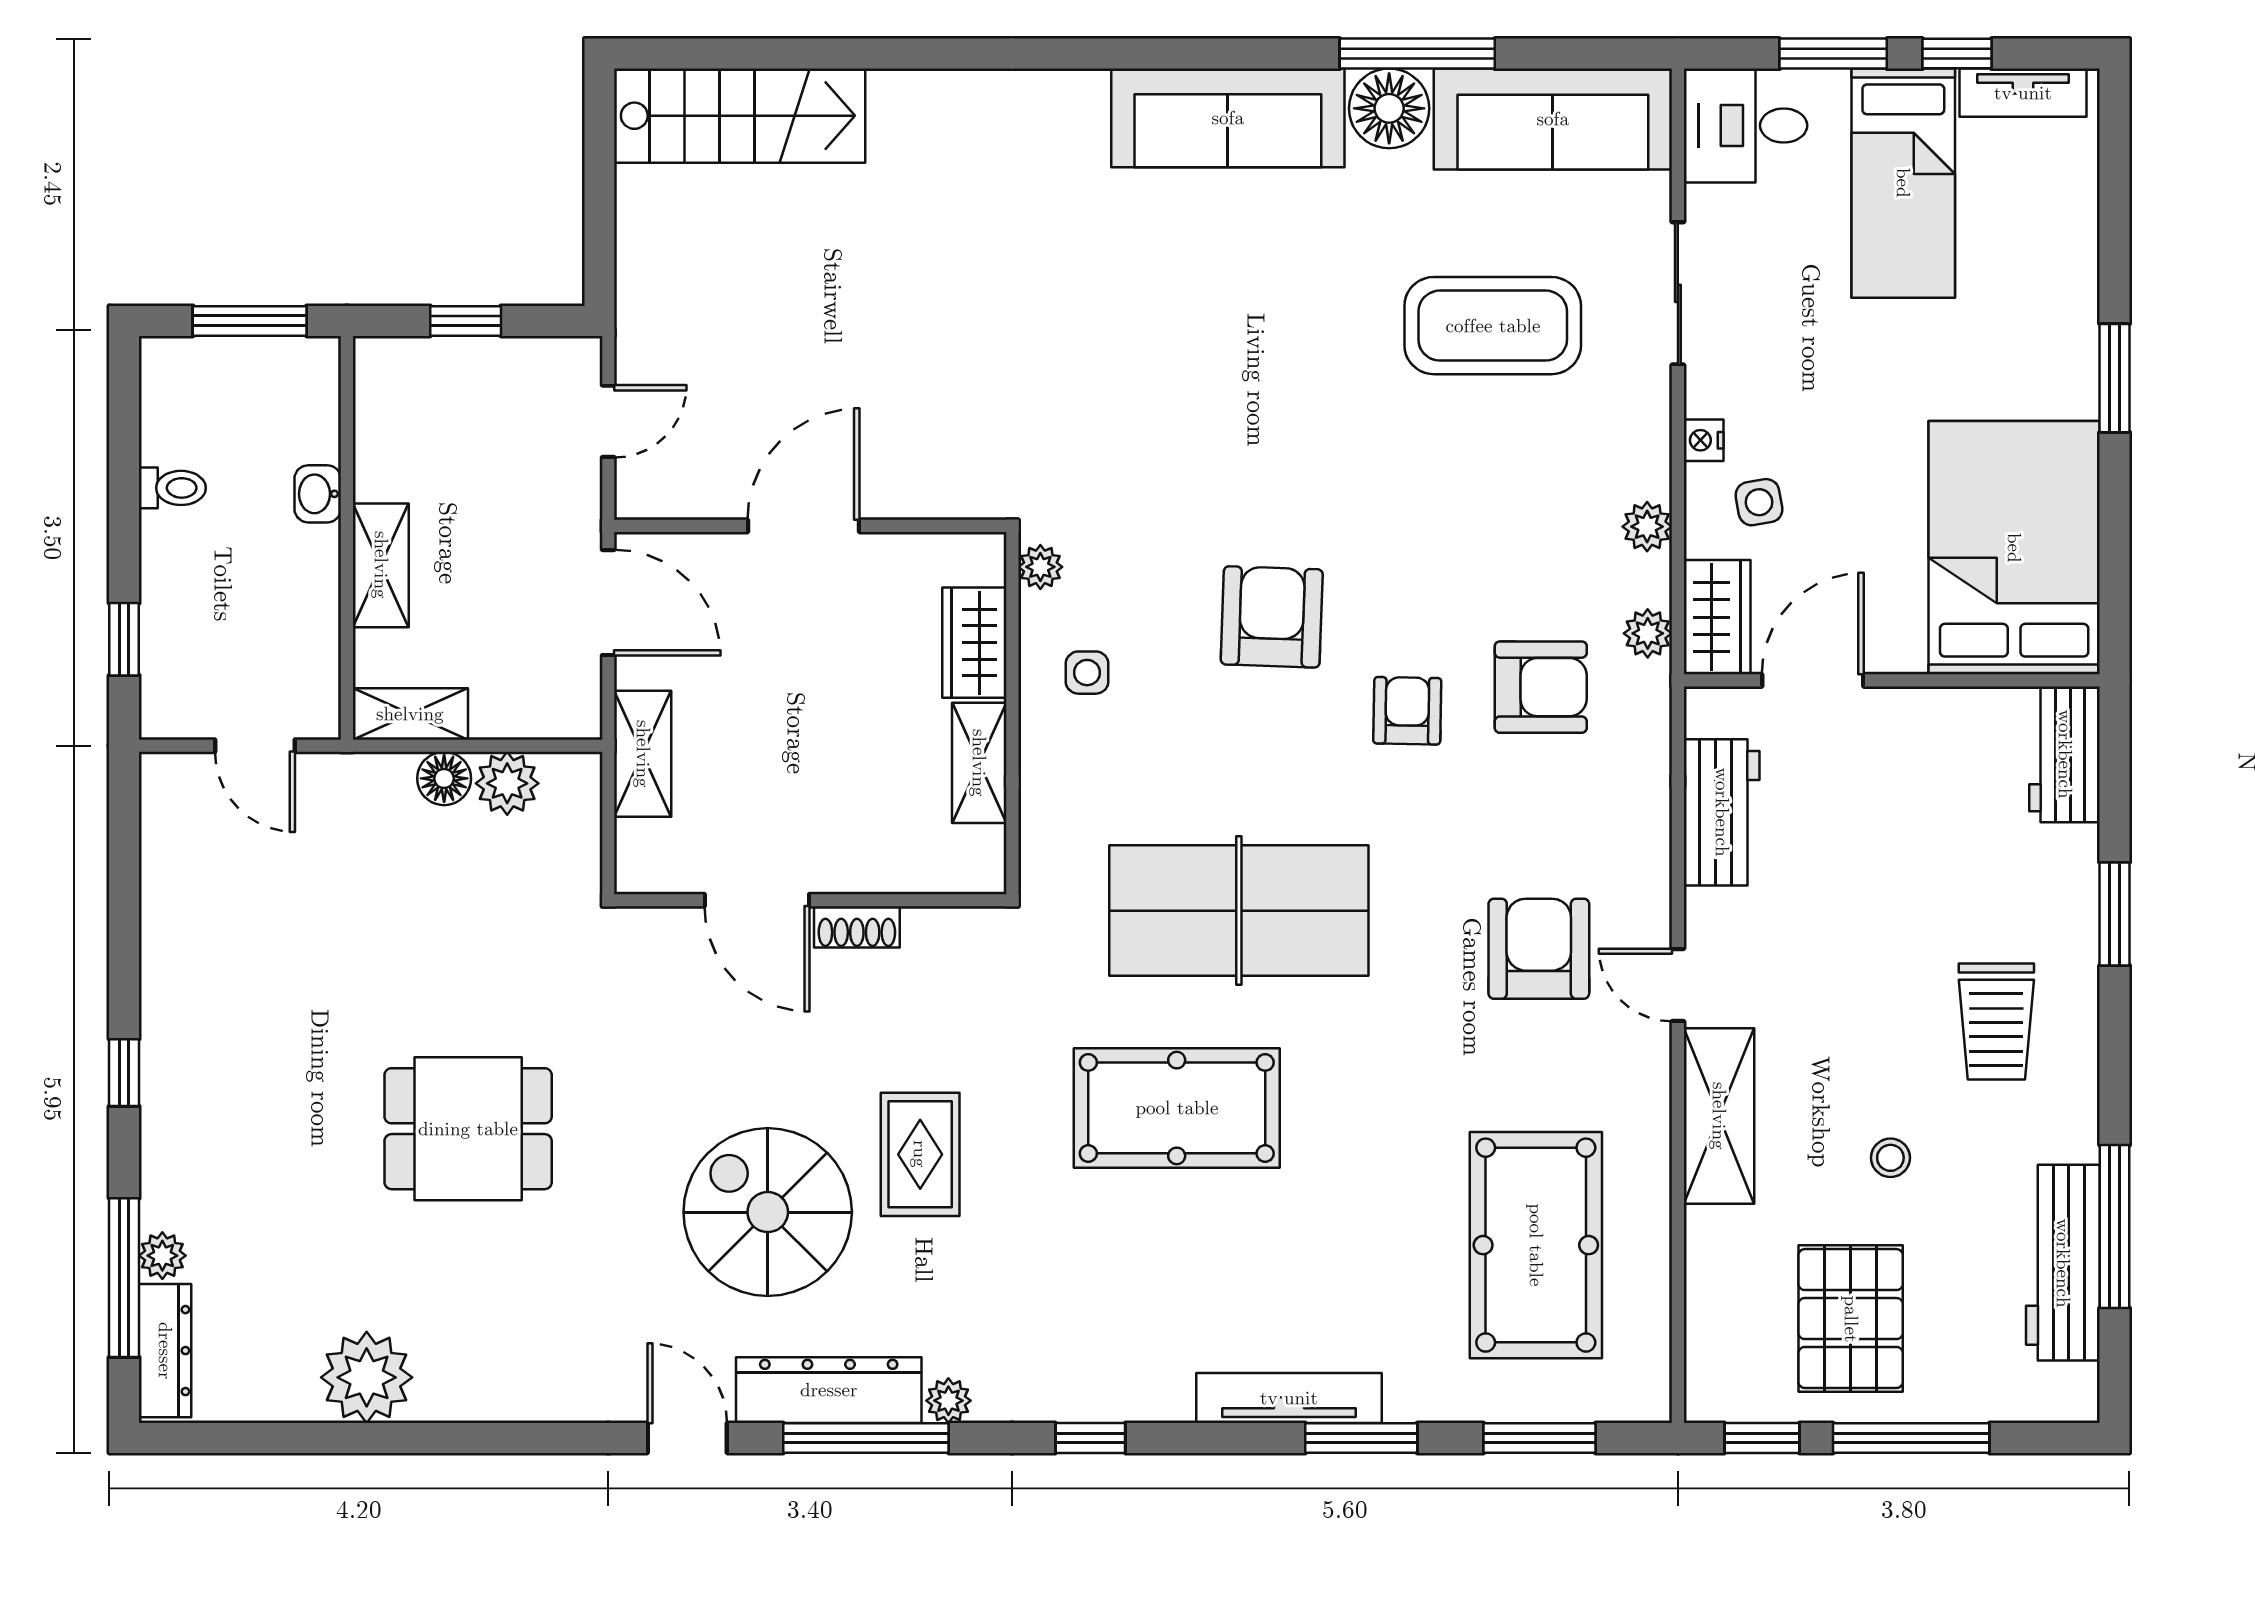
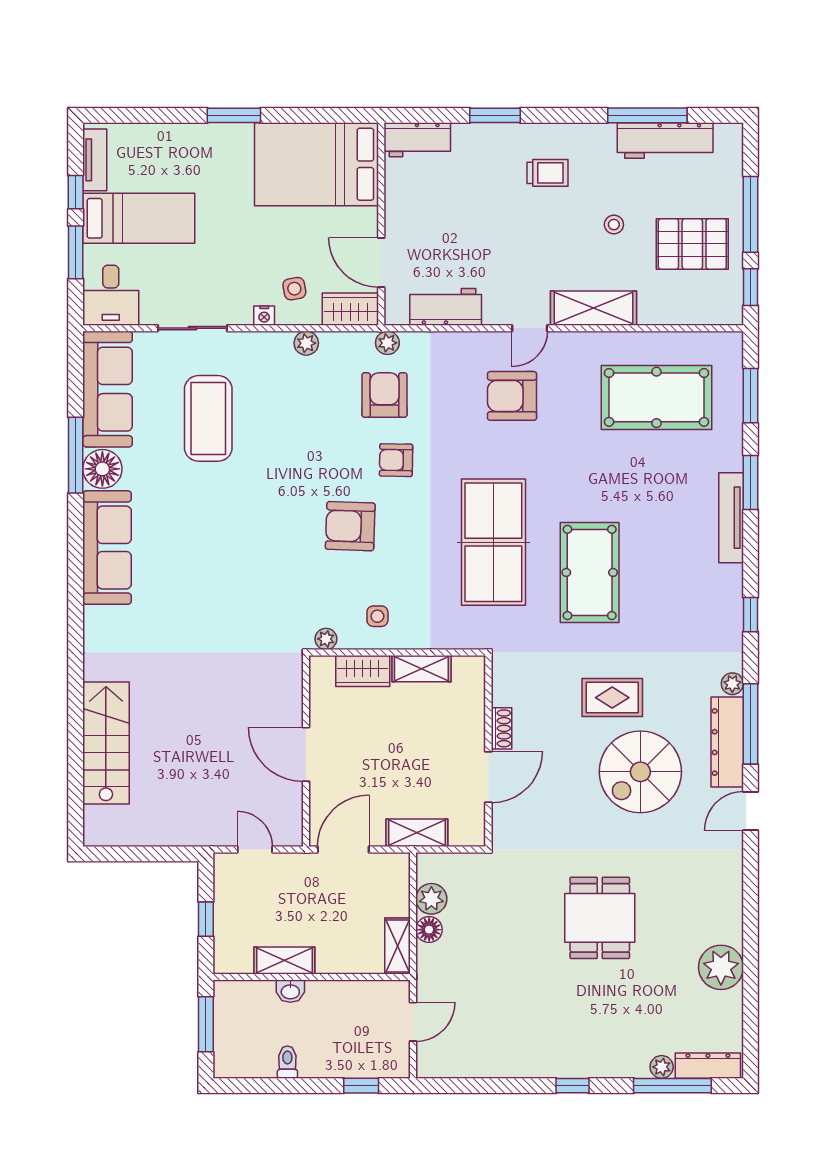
stairs: (740, 116) -> (106, 743), moved
shelving: (381, 565) -> (284, 960), moved
plant: (1648, 633) -> (387, 343), moved
trolley: (1996, 1022) -> (548, 173), width x0.73, depth x0.72

